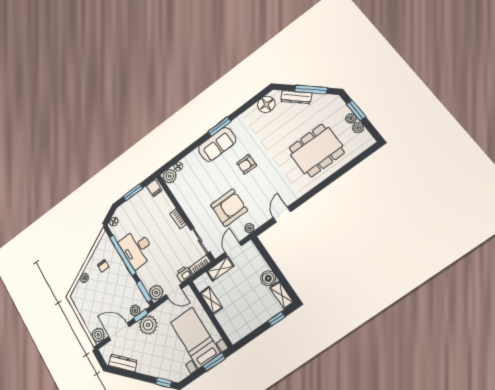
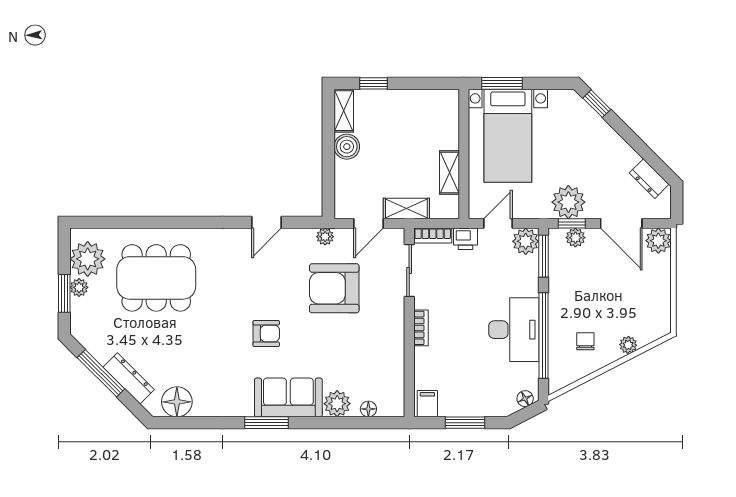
plant: (358, 128) -> (88, 259), width x1.88, depth x1.88
plant: (170, 176) -> (337, 404), moved
door: (174, 292) -> (498, 223), hinge flipped
dresser: (123, 363) -> (649, 179), width x0.70

